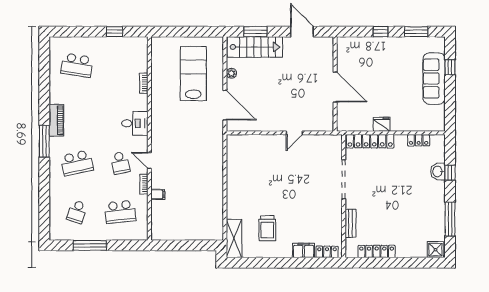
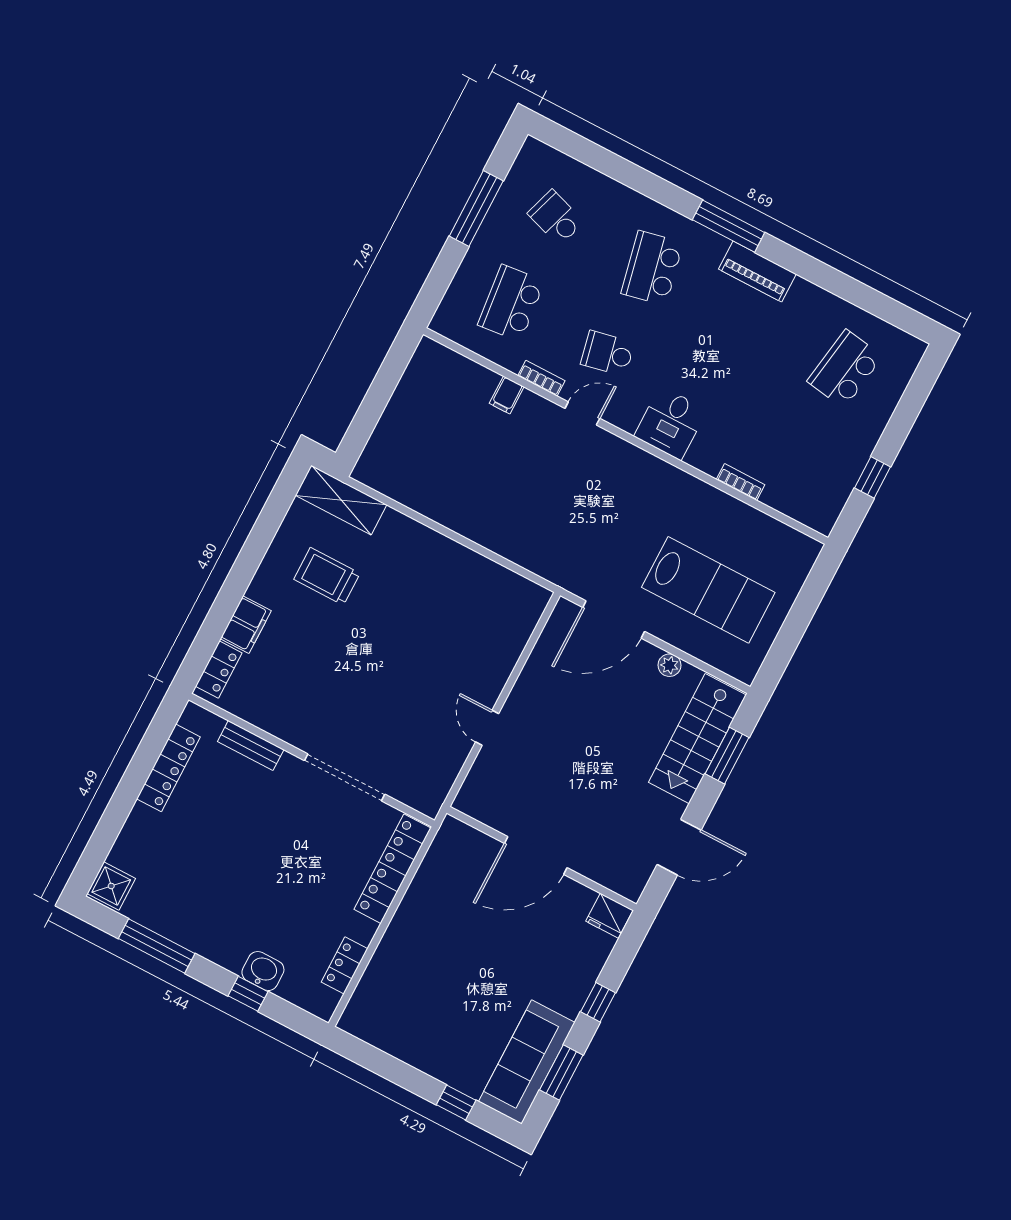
sofa: (434, 79) -> (527, 1062), moved, turned -90
fridge: (382, 124) -> (609, 916), moved, turned 90

